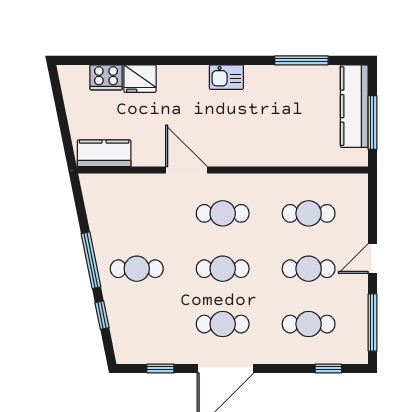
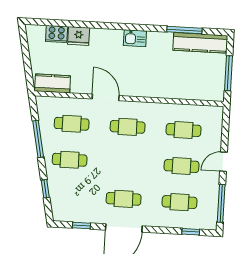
kitchen counter: (354, 106) -> (200, 43), moved, turned -90
window: (91, 260) -> (38, 139), moved
cafe table: (223, 269) -> (72, 124), moved

